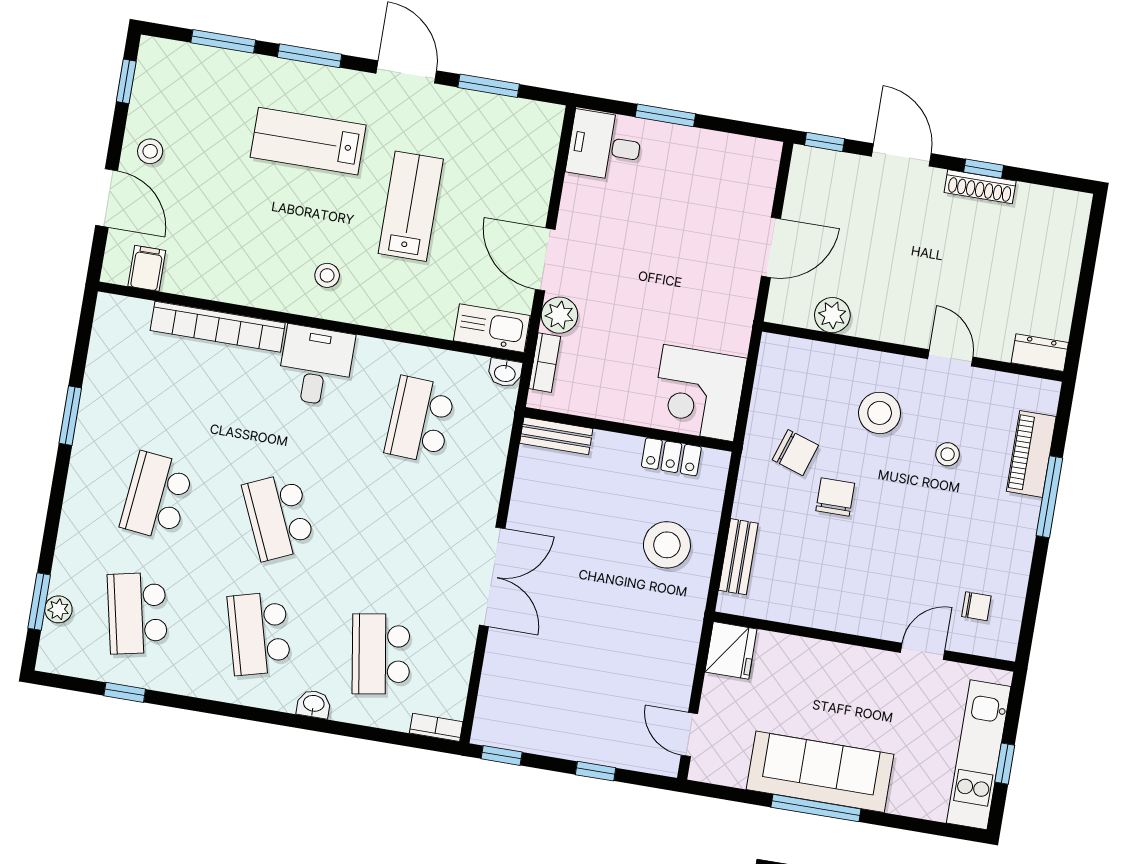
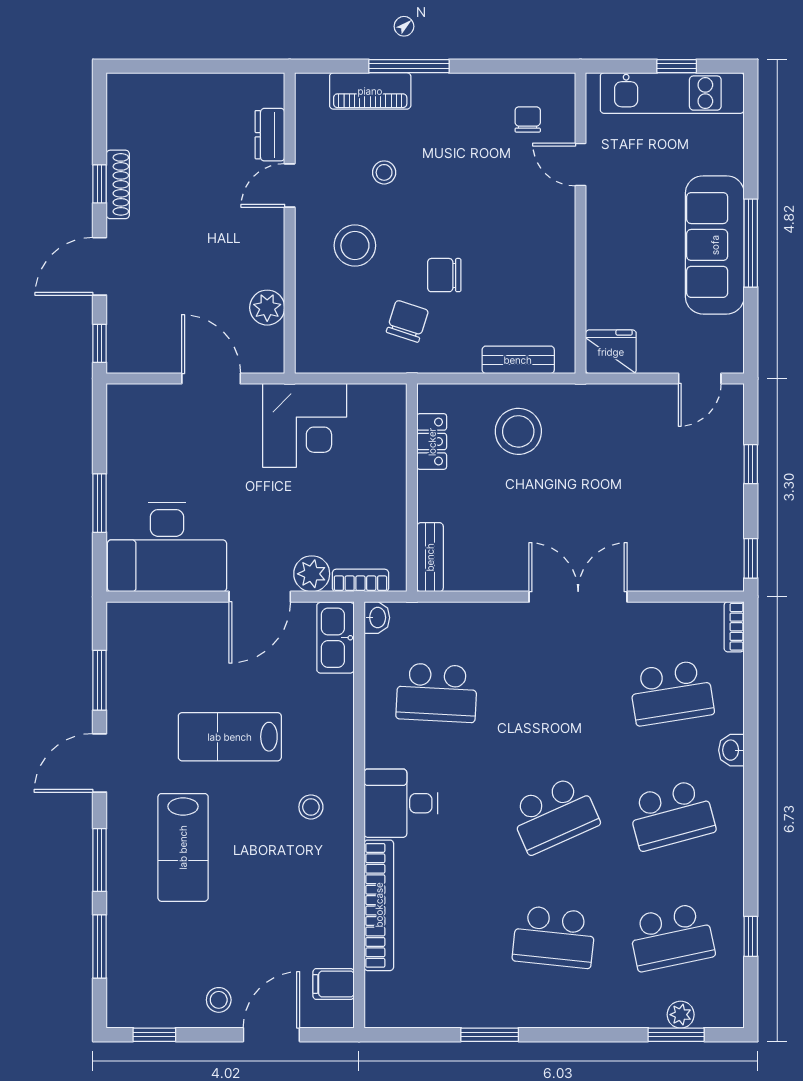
desk: (605, 146) -> (167, 547), width x1.87, depth x1.30
dresser: (1040, 353) -> (270, 135), moved
corner desk: (698, 393) -> (305, 425), moved

